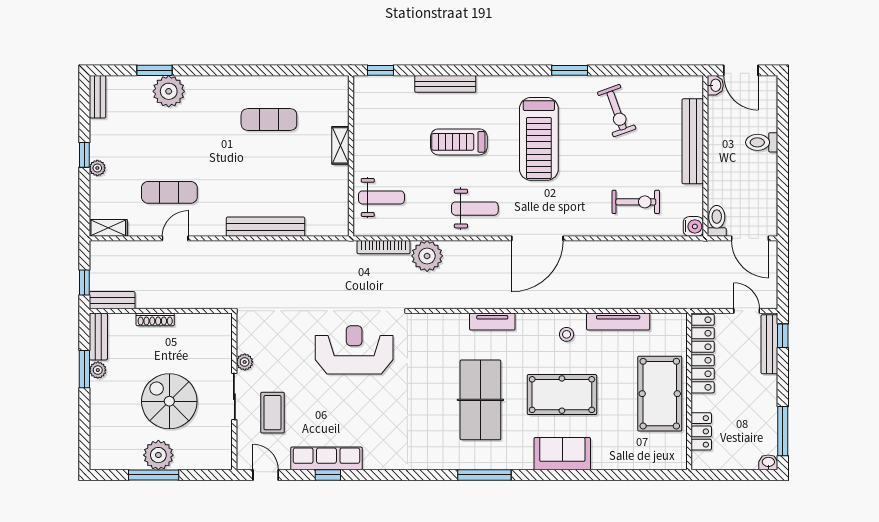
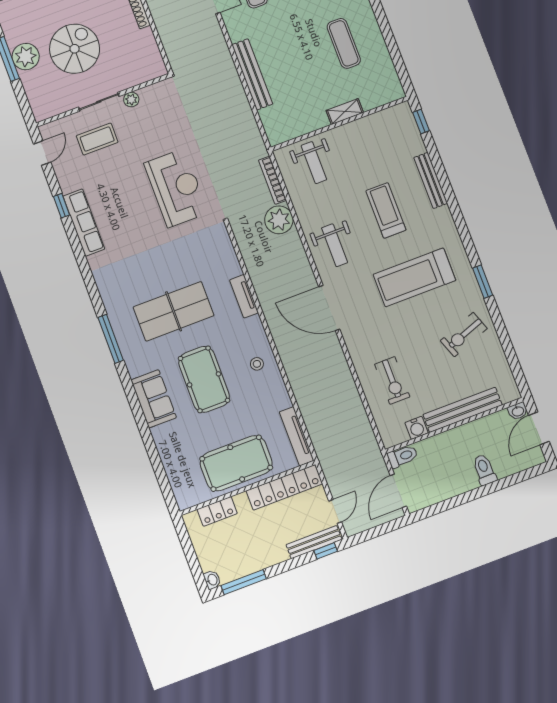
water cooler: (693, 226) -> (417, 428), moved
tv unit: (618, 321) -> (297, 436), moved
row of seats: (326, 458) -> (84, 223), moved

